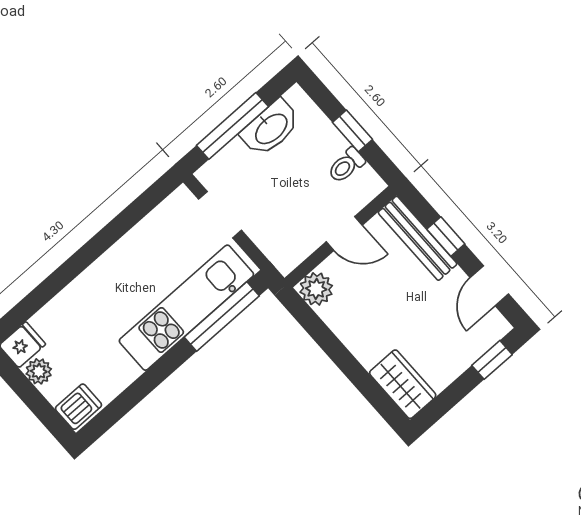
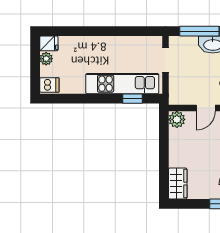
door: (344, 233) -> (206, 108), hinge flipped
window: (222, 317) -> (133, 99), width x0.46

